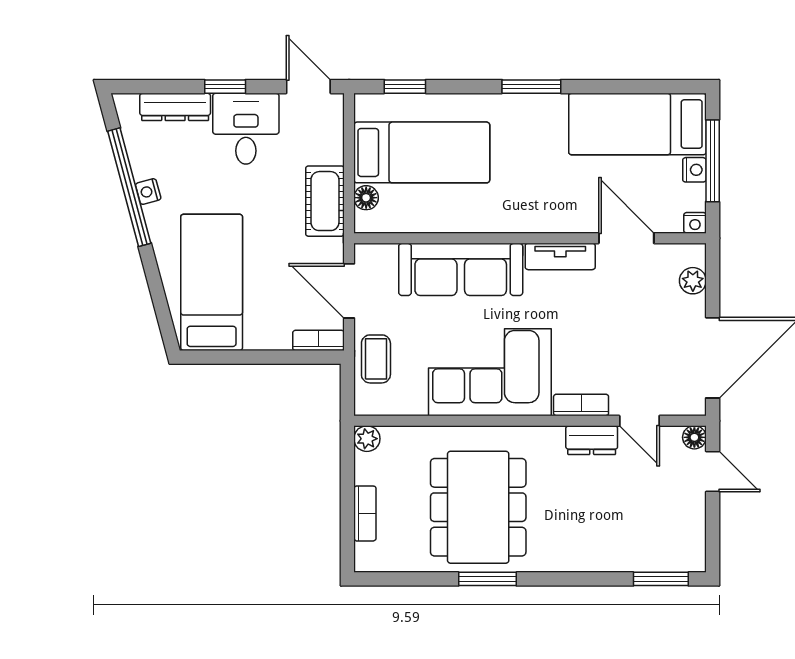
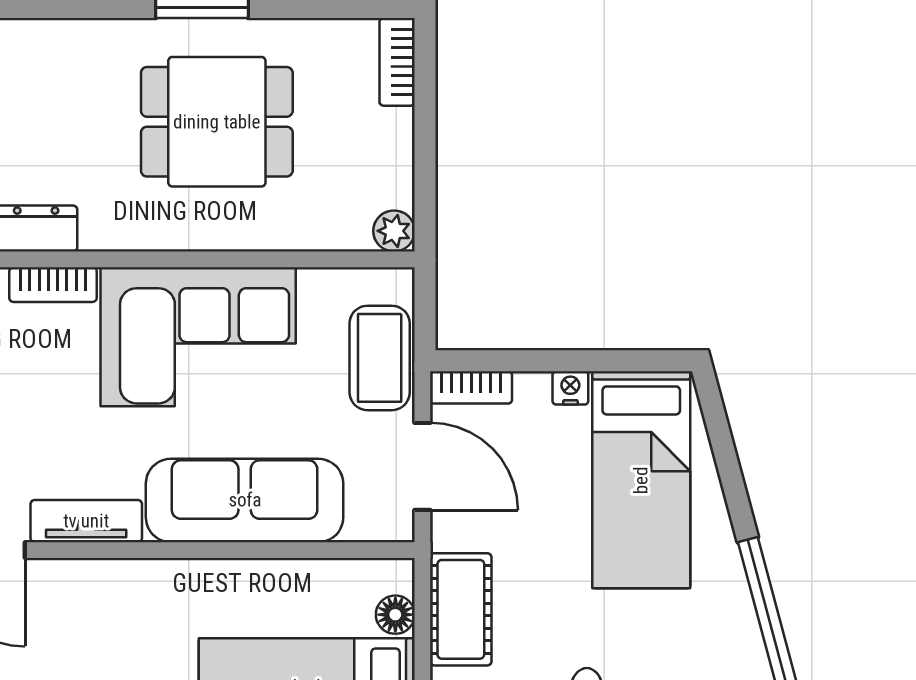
nightstand: (148, 192) -> (570, 388), moved, turned -75
coffee table: (376, 359) -> (380, 358), width x1.36, depth x1.30
dining table: (478, 507) -> (217, 122), width x0.73
bookcase: (365, 513) -> (397, 62), moved

